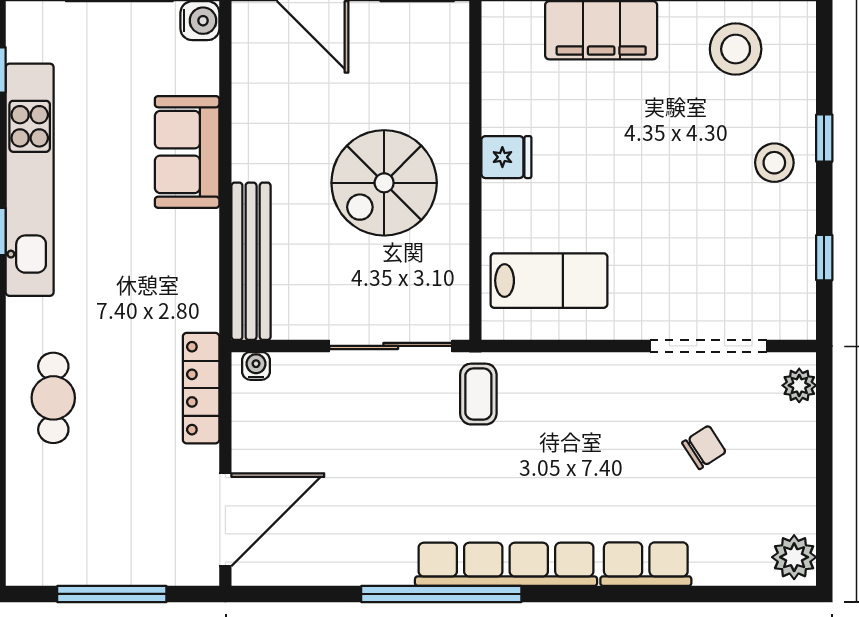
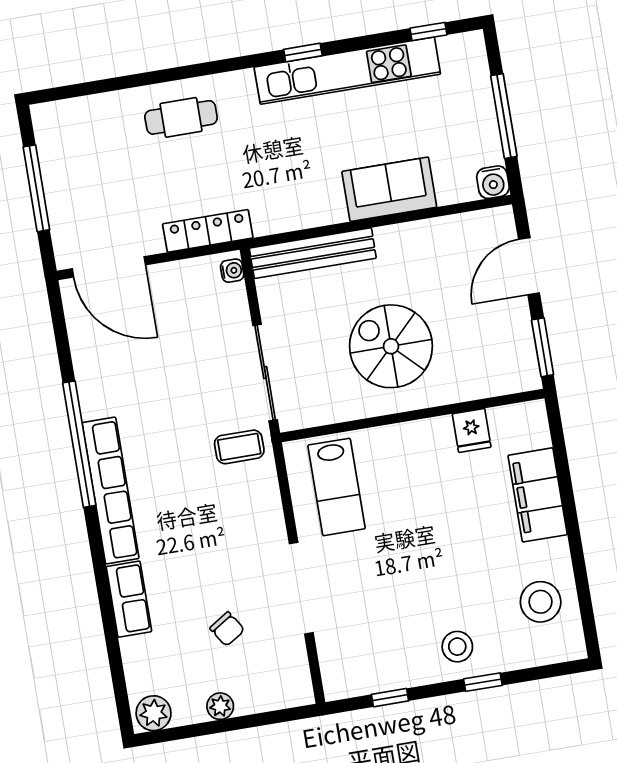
fridge: (506, 157) -> (472, 430), moved
doorway: (708, 346) -> (301, 588), moved
plant: (799, 385) -> (220, 706), moved

